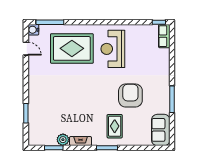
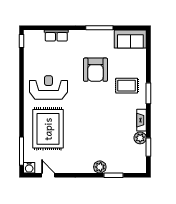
row of seats: (164, 36) -> (56, 36), moved
door: (26, 49) -> (48, 175), hinge flipped
reception desk: (113, 49) -> (48, 87), turned 180
armchair: (130, 95) -> (95, 70), turned -90
plant: (34, 100) -> (100, 167), added

